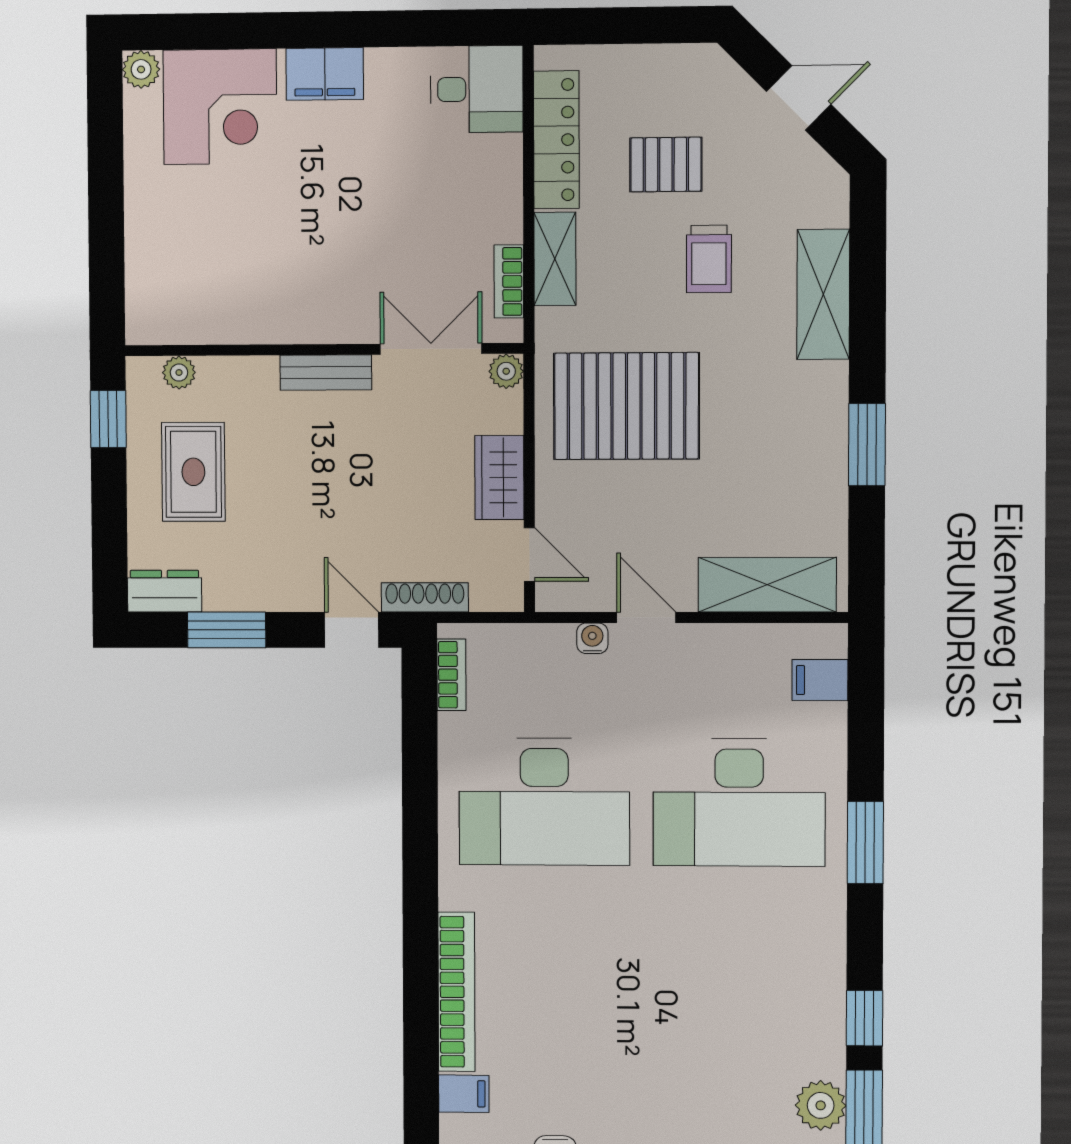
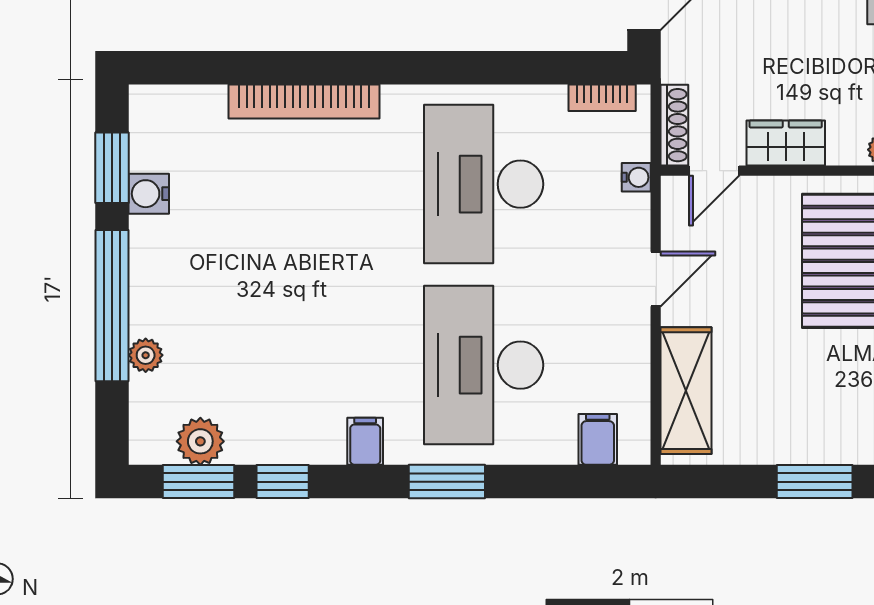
shoe rack: (425, 597) -> (674, 125), moved
water cooler: (592, 638) -> (636, 177), moved
filing cabinet: (464, 1094) -> (365, 441), moved, turned 180

